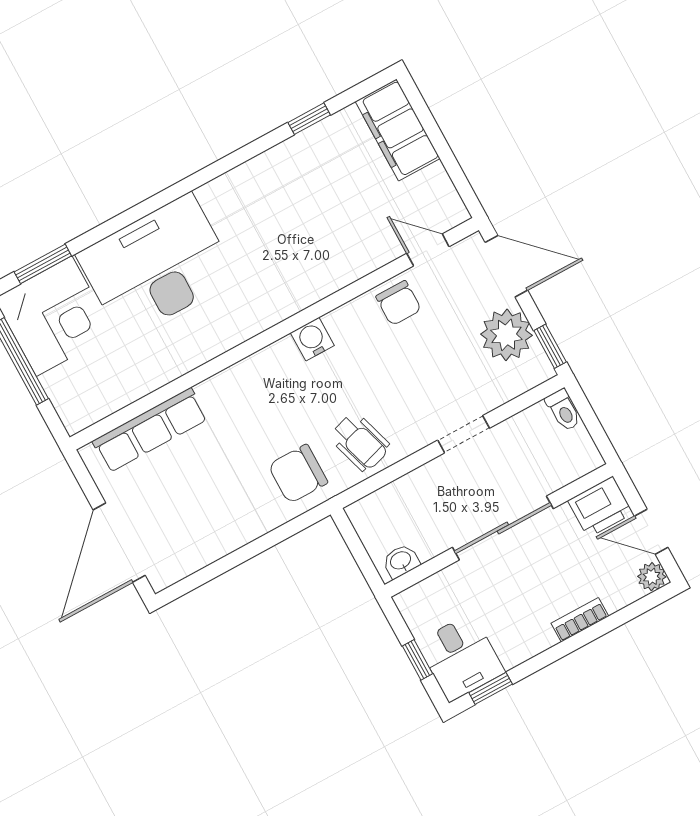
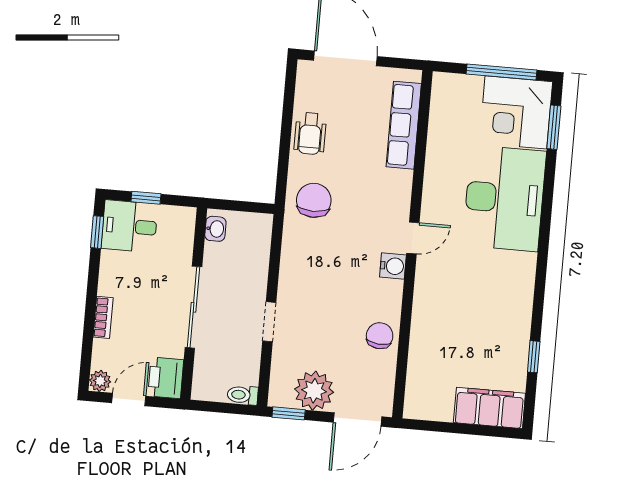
door: (428, 250) -> (413, 238), moved
chair: (398, 303) -> (380, 336), turned 95
wheelchair: (360, 442) -> (310, 134), moved, turned -73

